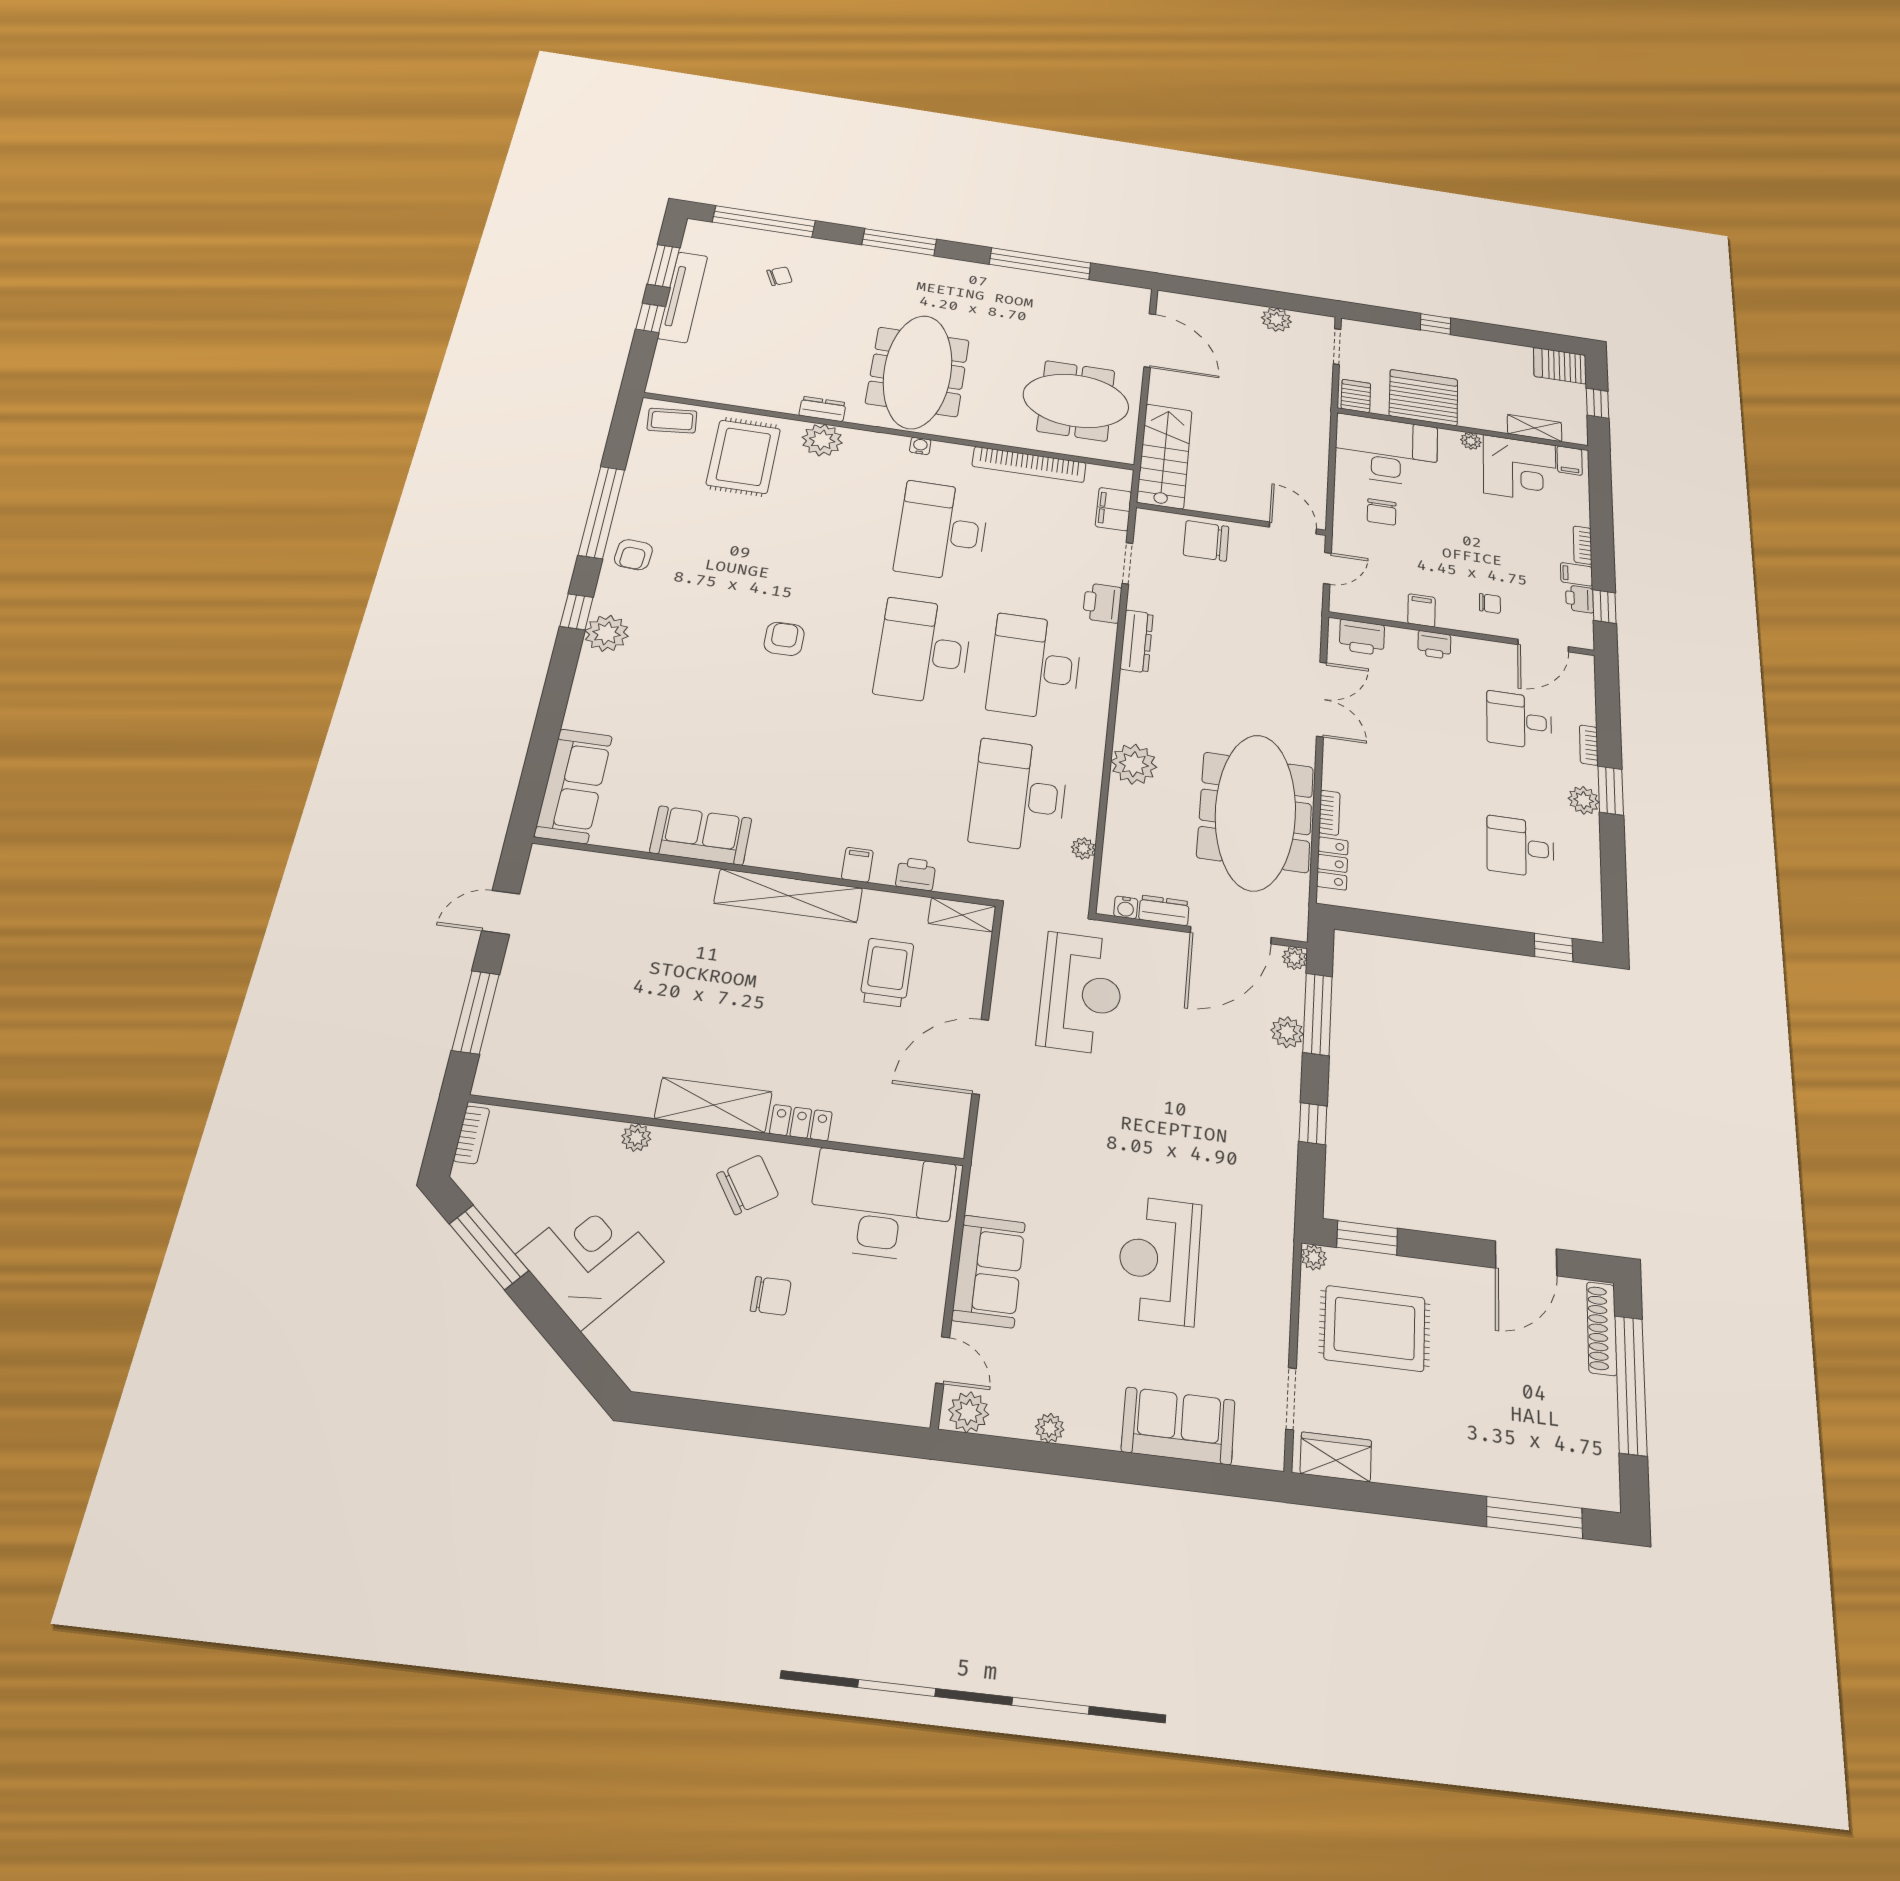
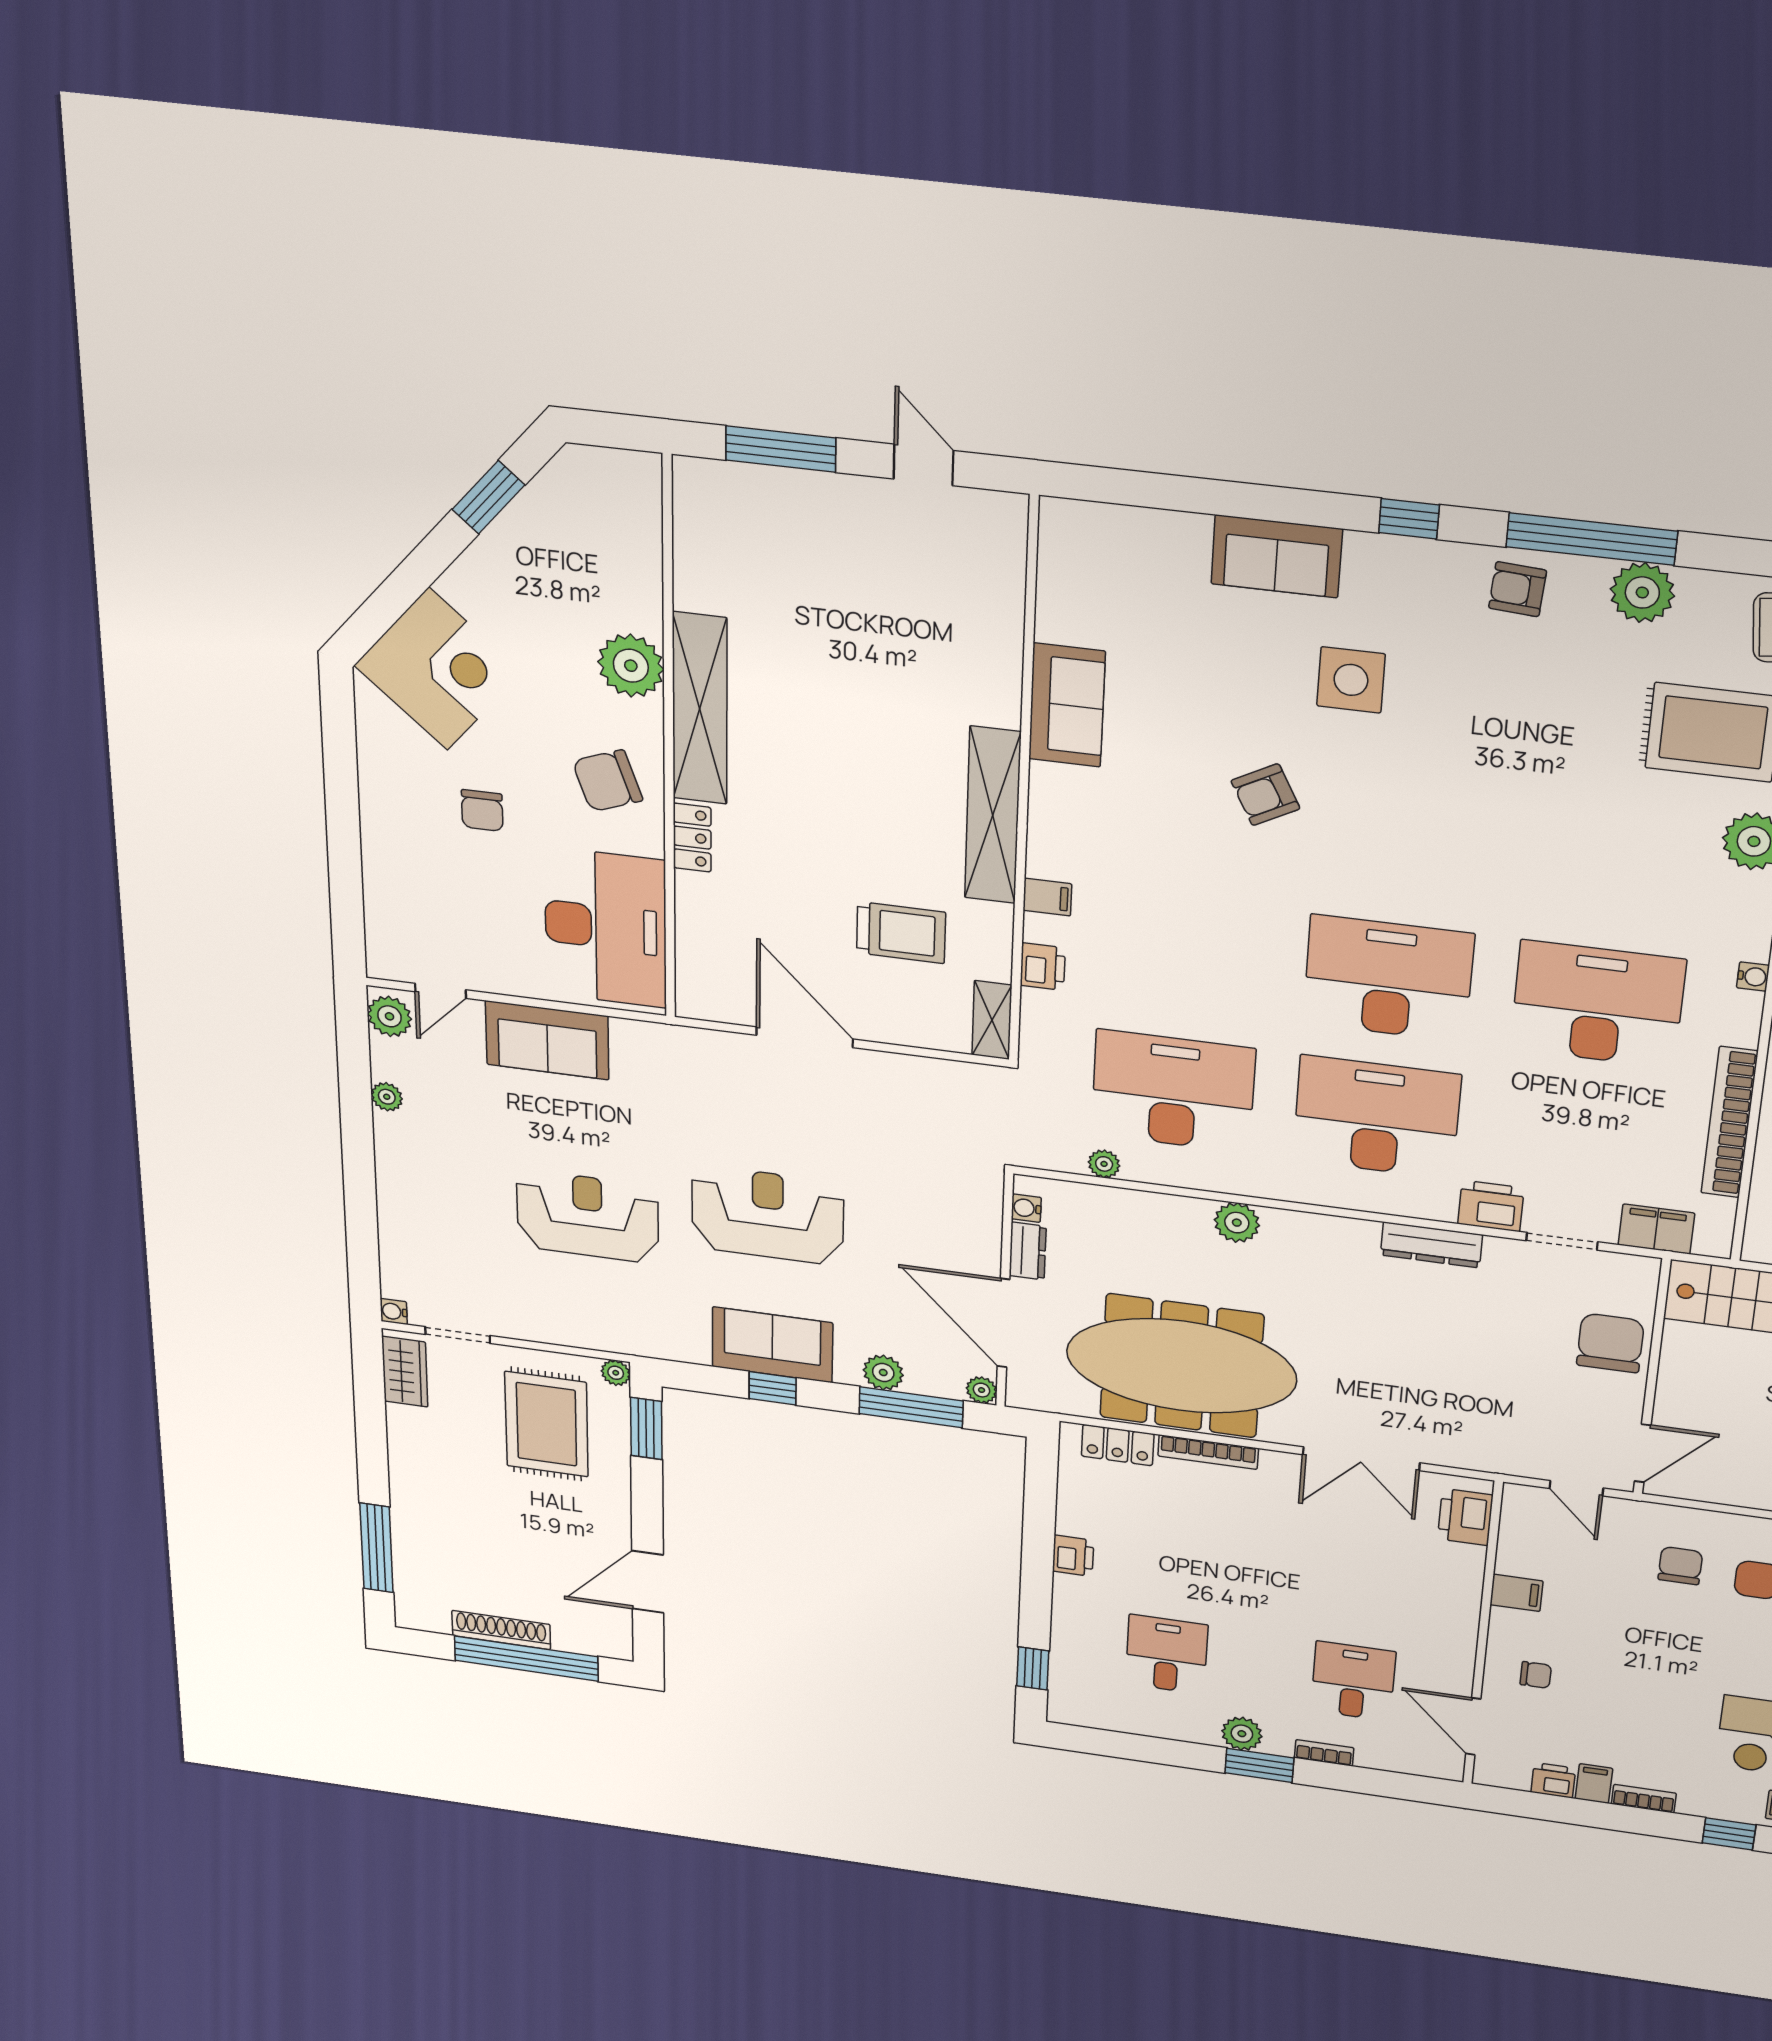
chair: (1382, 512) -> (1680, 1566), turned 90
chair: (1490, 603) -> (1536, 1675), turned -90
window: (1604, 607) -> (1729, 1834), moved
plant: (607, 633) -> (1642, 592), moved
armchair: (784, 639) -> (1265, 795), moved, turned 152
printer: (1434, 645) -> (1073, 1556), moved, turned 180
side table: (693, 655) -> (1351, 680), added
plant: (1134, 764) -> (1237, 1223), width x0.73, depth x0.73
sofa: (573, 786) -> (1277, 556), moved, width x0.73
bookcase: (1329, 813) -> (1208, 1452), width x1.56
reception desk: (1081, 993) -> (768, 1215), moved, turned 180
shelving: (713, 1105) -> (700, 709), width x1.47
bookcase: (471, 1135) -> (621, 462), removed
plant: (636, 1138) -> (631, 666), width x1.88, depth x1.88
chair: (748, 1185) -> (607, 781), turned 103
window: (489, 1247) -> (488, 497), width x0.69
corner desk: (590, 1258) -> (438, 669), moved
door: (1526, 1258) -> (648, 1582), hinge flipped
shoe rack: (1602, 1329) -> (501, 1630), moved
sofa: (1178, 1426) -> (772, 1345), moved, turned -90
water cooler: (1273, 1458) -> (394, 1311), added

